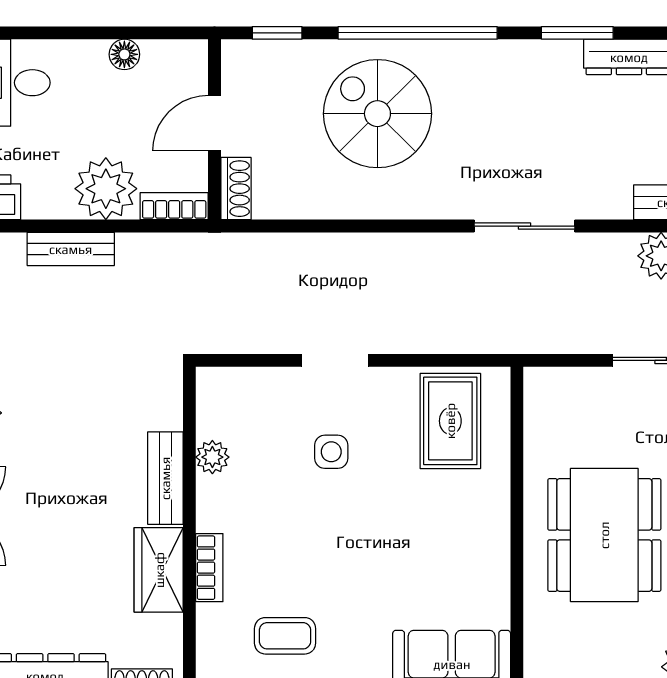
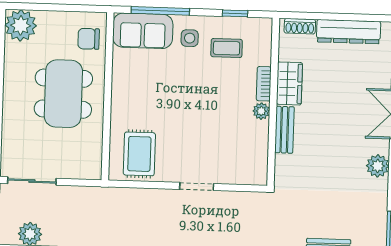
side table: (331, 452) -> (190, 38), moved
plant: (212, 457) -> (261, 111), moved
chair: (558, 645) -> (89, 39), added

